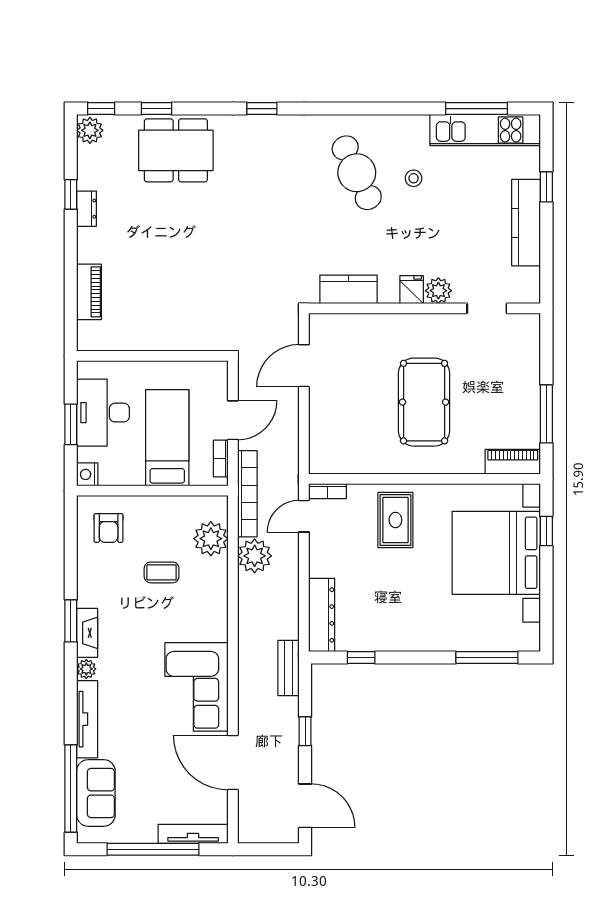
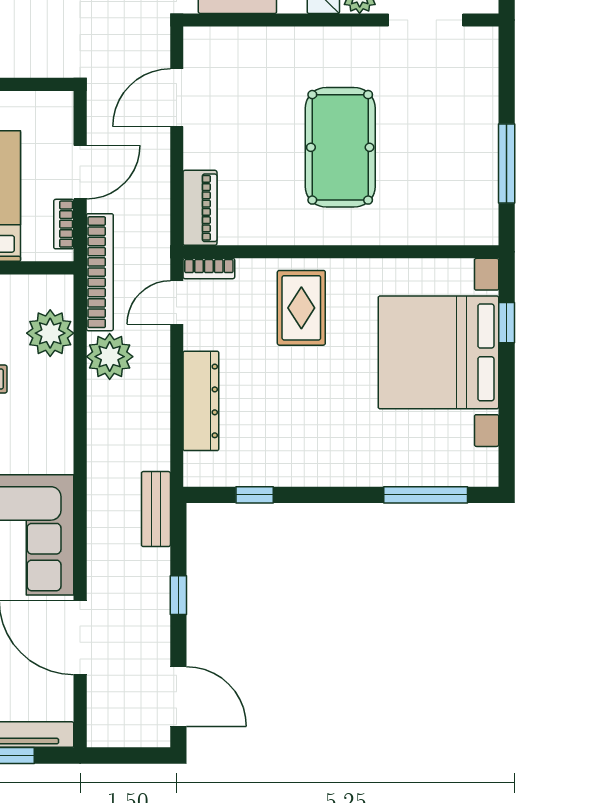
doorway: (487, 308) -> (426, 20), width x1.38
piano: (513, 462) -> (200, 208), moved, turned 90
dresser: (322, 615) -> (201, 401), moved

